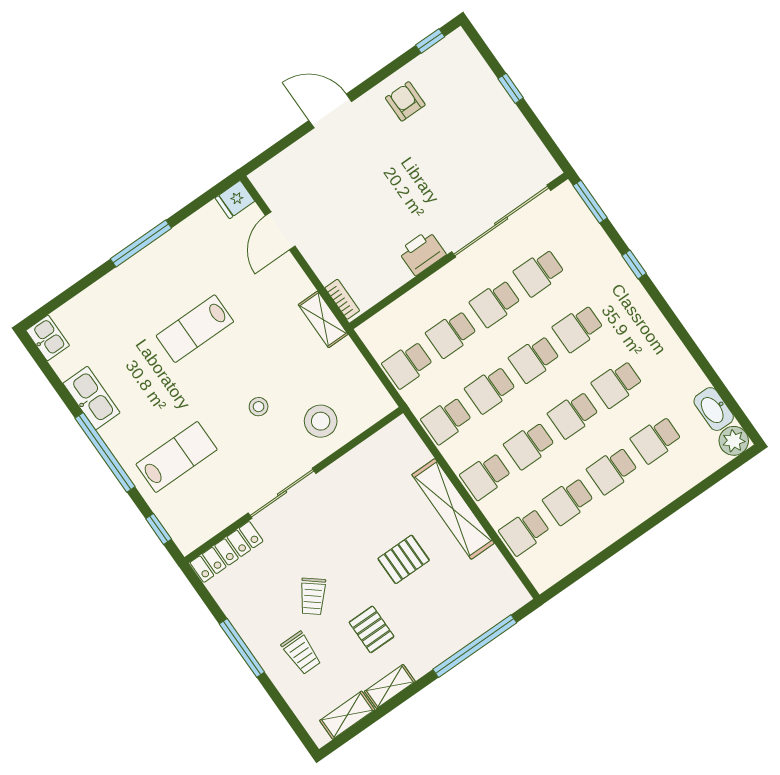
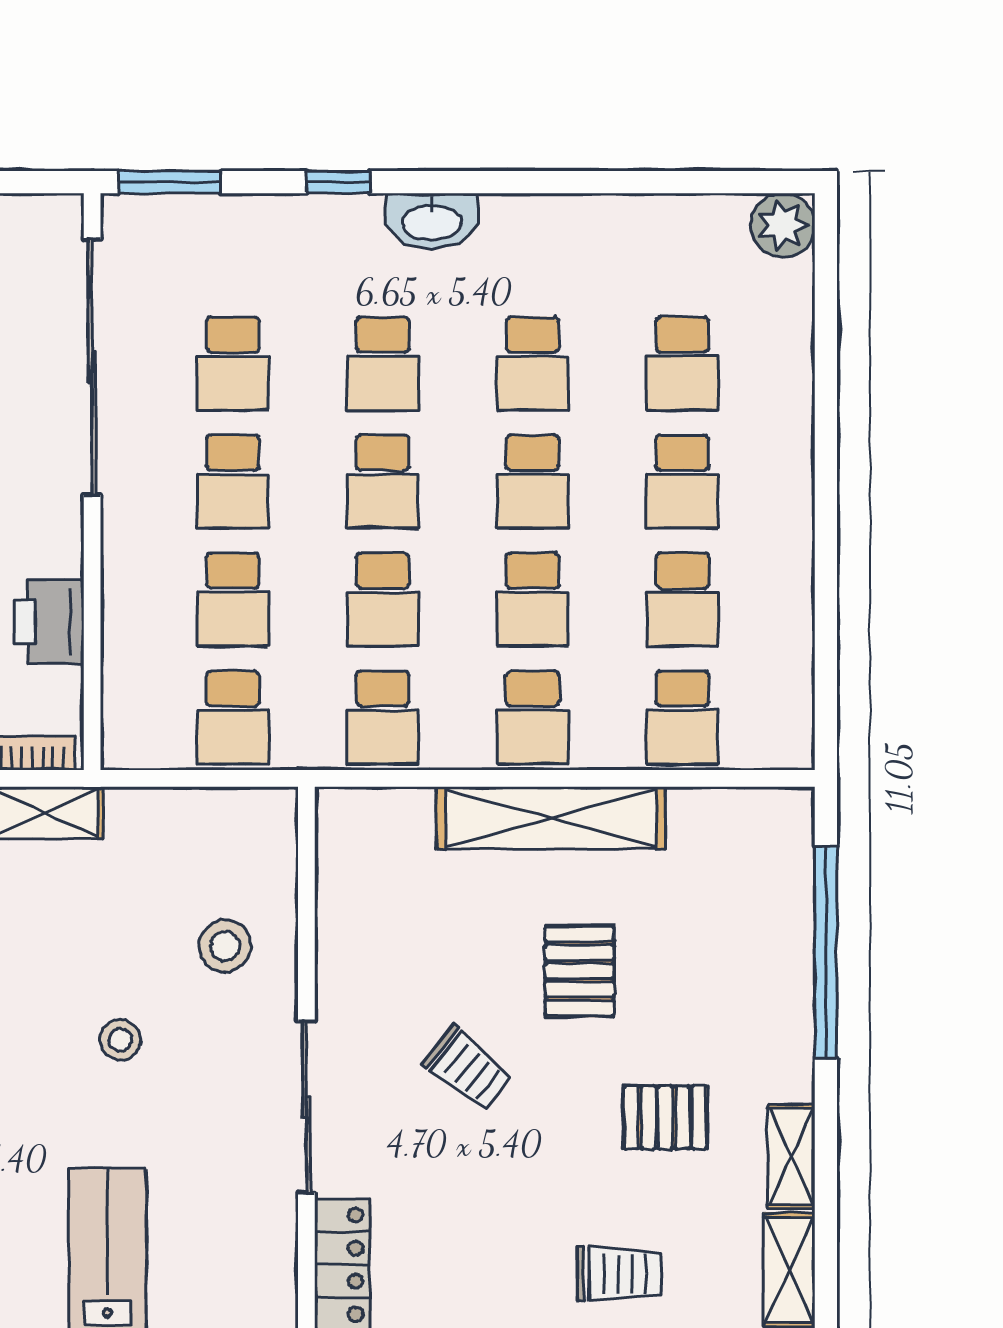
printer: (422, 253) -> (49, 622), moved
washbasin: (714, 409) -> (432, 221), moved
stool: (321, 421) -> (225, 946), width x0.73, depth x0.73
trolley: (313, 596) -> (468, 1069), moved

